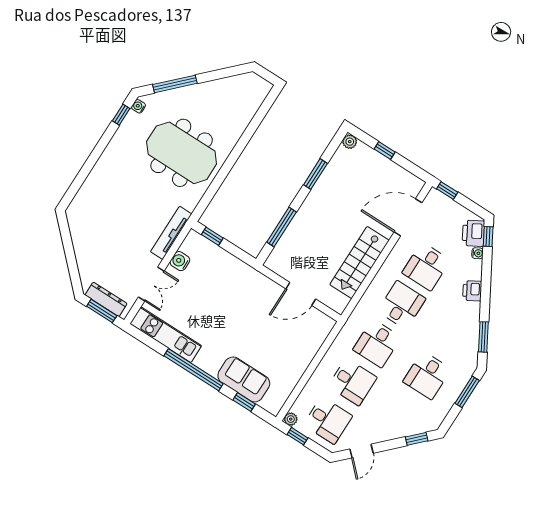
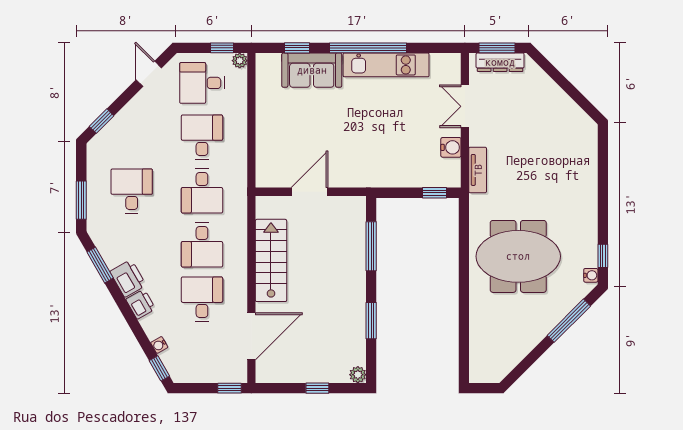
tv unit: (171, 233) -> (478, 170), width x0.71
printer: (473, 233) -> (128, 278), moved
kitchen unit: (166, 335) -> (386, 65), moved
desk: (377, 343) -> (202, 191), turned 180
desk: (352, 382) -> (202, 137), turned 90

